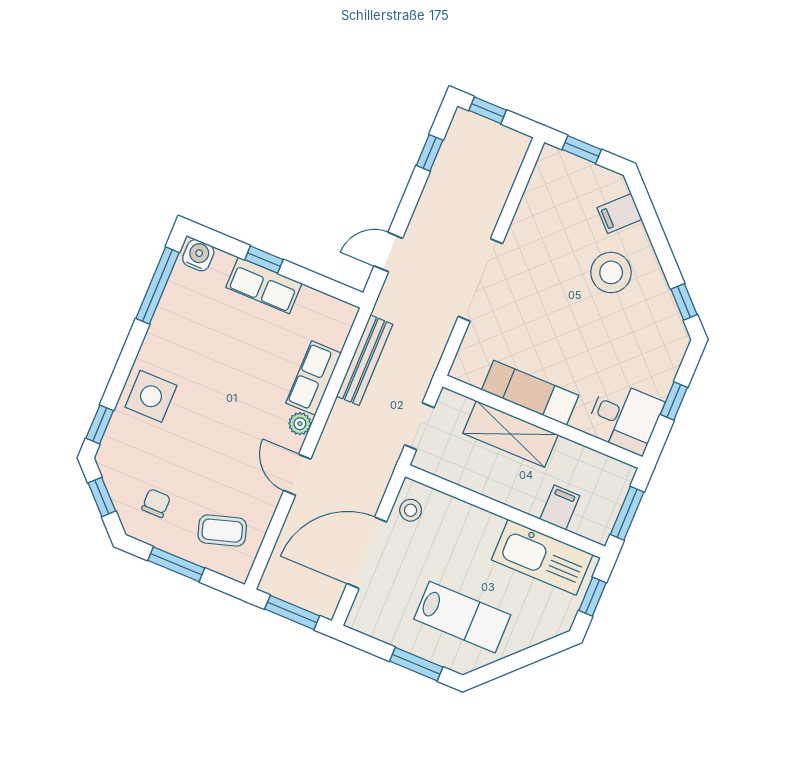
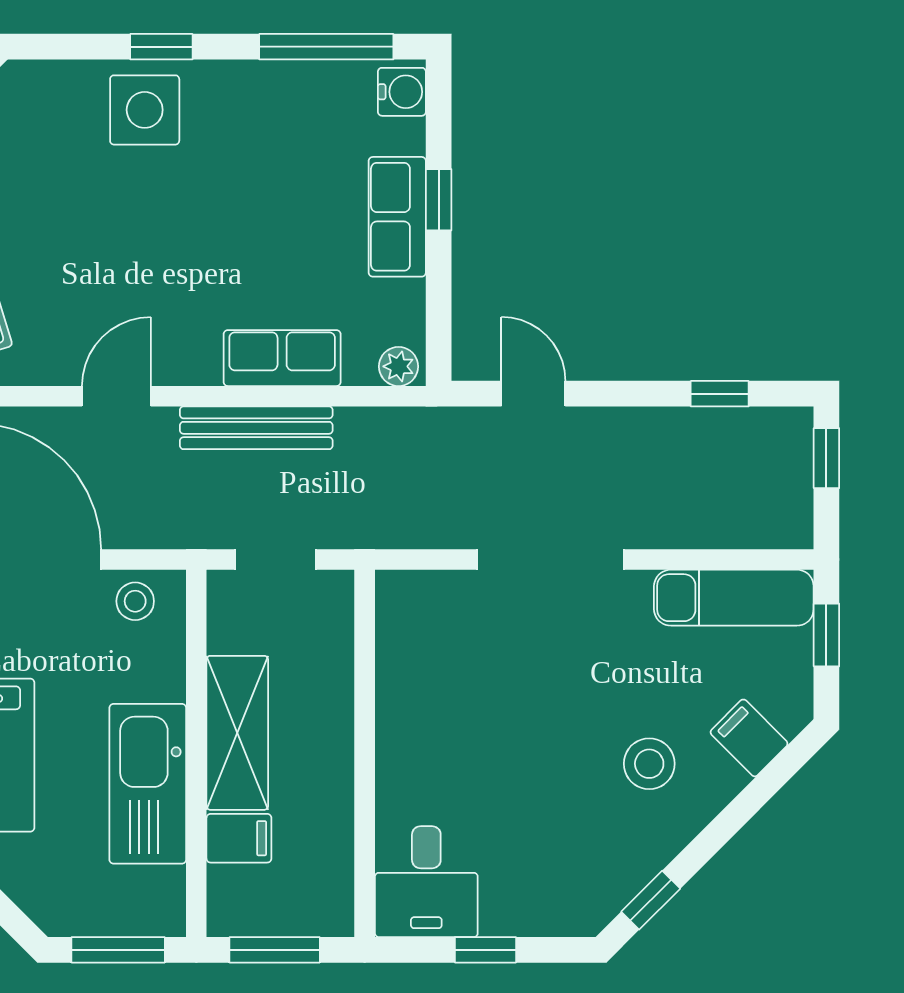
stool: (611, 272) -> (649, 764), width x0.73, depth x0.73
bench: (365, 360) -> (256, 428), moved
exam couch: (530, 393) -> (734, 598), moved, turned 90
window: (100, 424) -> (161, 47), moved
plant: (300, 424) -> (399, 366), moved
shelving: (510, 434) -> (237, 733), moved
kitchen sink: (542, 557) -> (148, 784), moved
window: (592, 597) -> (118, 950), width x1.50

